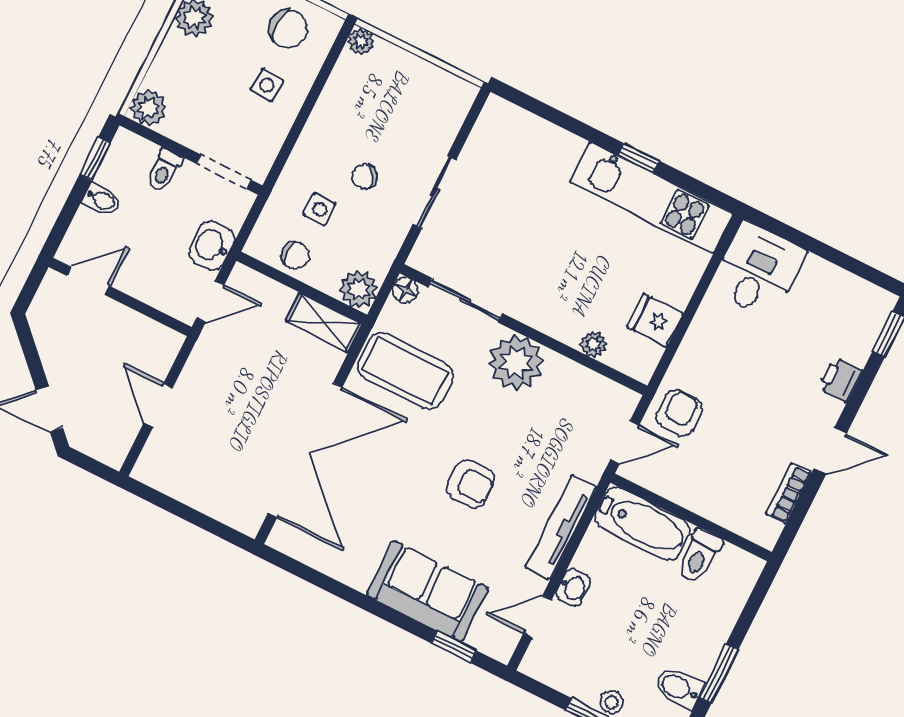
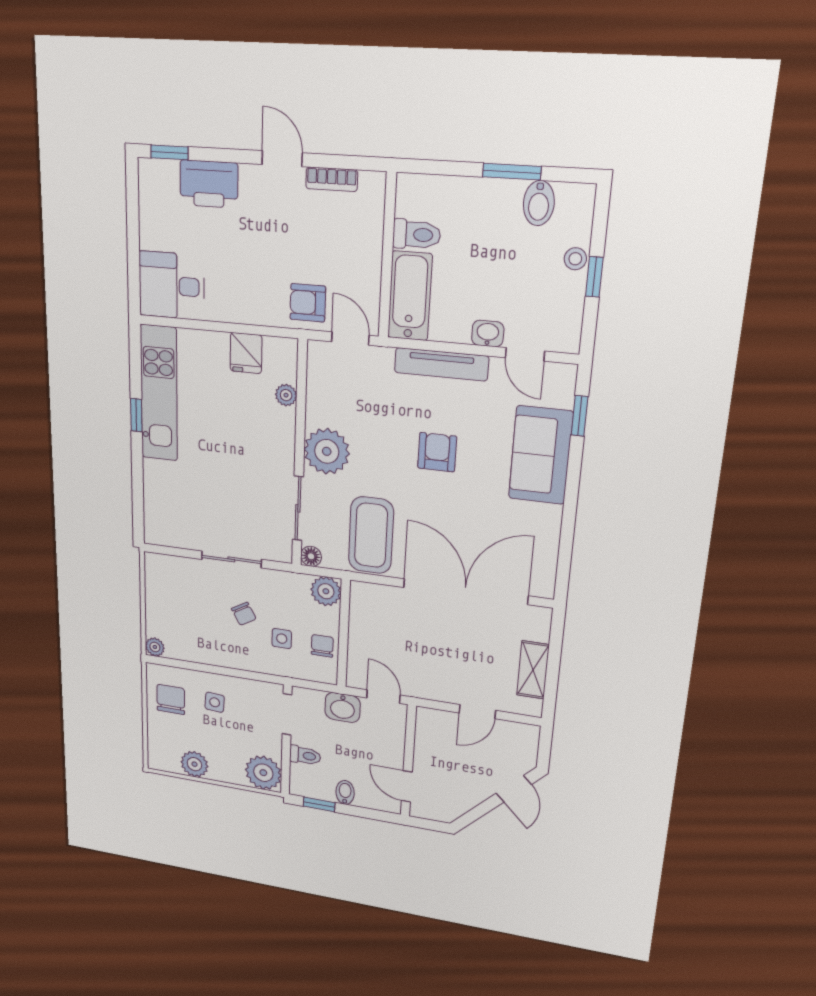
plant: (148, 108) -> (263, 773), width x1.36, depth x1.36
shelving: (324, 322) -> (533, 670), moved
printer: (840, 379) -> (209, 184), width x1.87, depth x1.48

